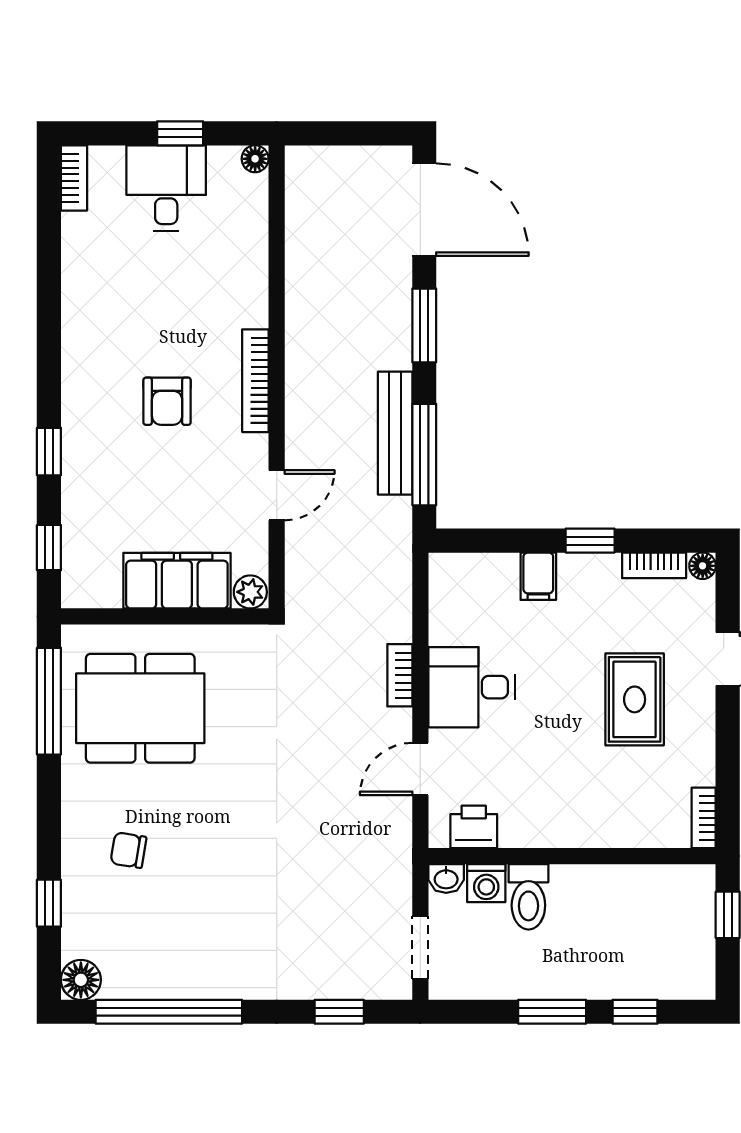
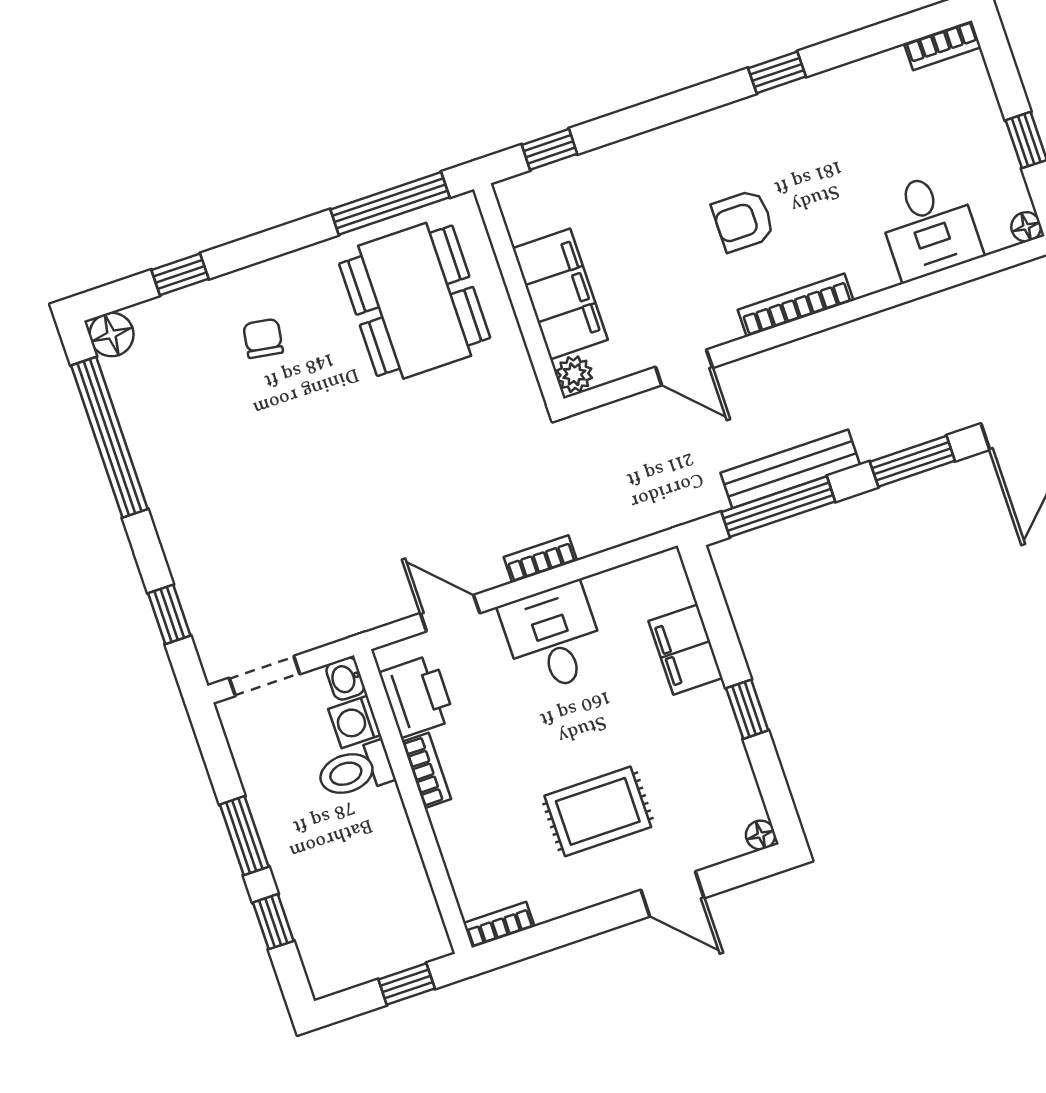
desk: (166, 188) -> (929, 226), moved, turned 90
window: (49, 452) -> (777, 72), moved
bookcase: (654, 565) -> (427, 770), moved, turned 180
filing cabinet: (538, 576) -> (686, 650), width x2.00
printer: (474, 827) -> (417, 696), width x1.36, depth x1.24

